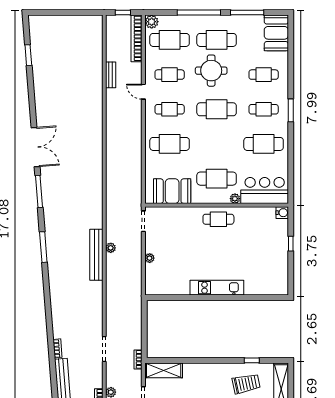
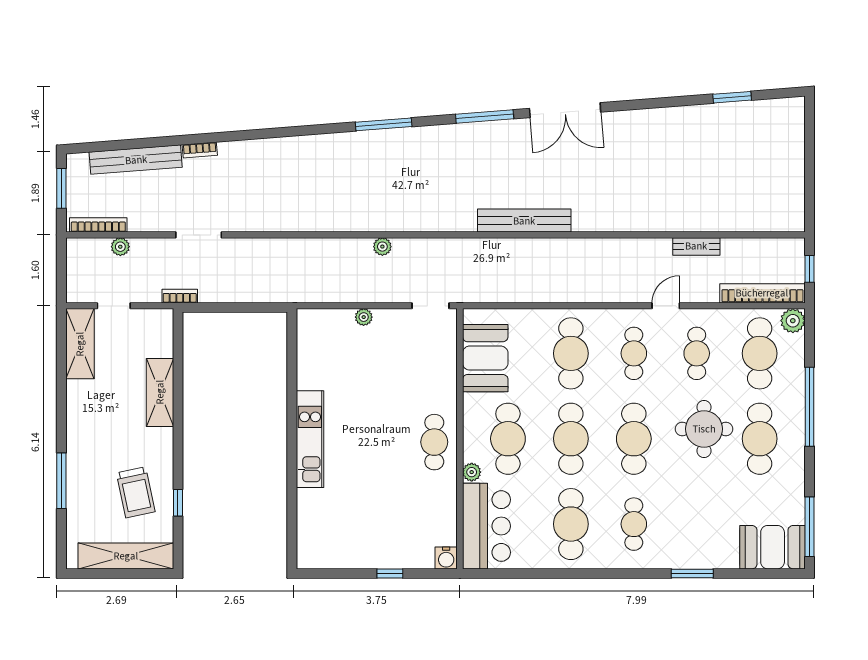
window: (247, 12) -> (810, 527), moved
cafe table: (264, 75) -> (571, 439), moved, width x1.37, depth x1.35
window: (291, 110) -> (692, 573), moved
bench: (96, 255) -> (524, 221), moved
shelving: (164, 370) -> (160, 392), moved

